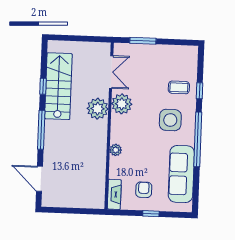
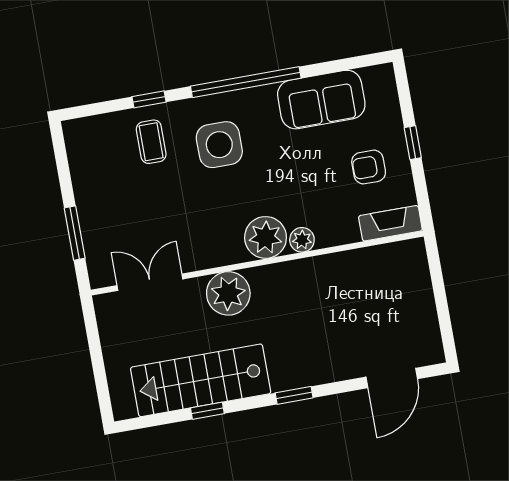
plant: (122, 104) -> (266, 237), moved
window: (41, 130) -> (294, 395), width x0.46
sofa: (181, 174) -> (321, 100), width x0.73

